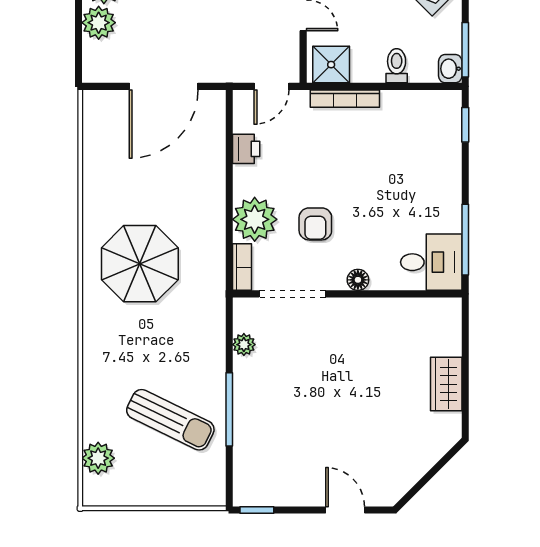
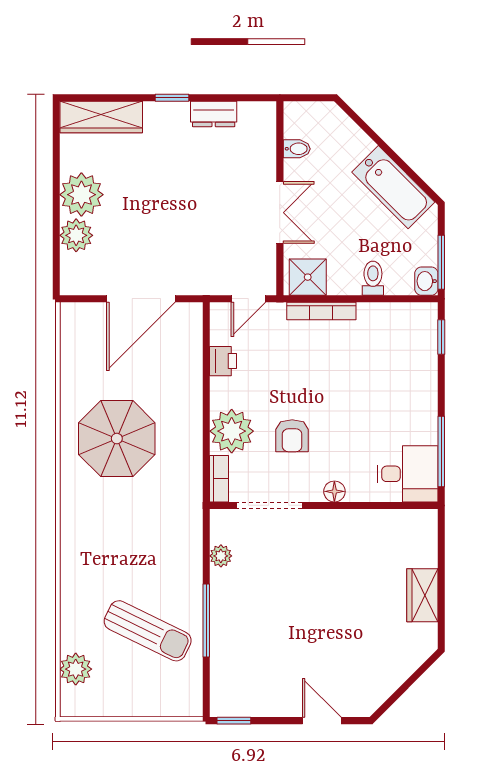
parasol: (140, 264) -> (117, 439), moved

